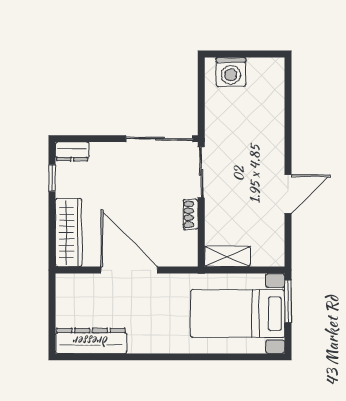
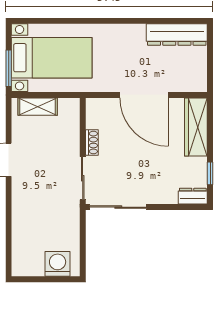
shelving: (227, 256) -> (38, 107), moved

